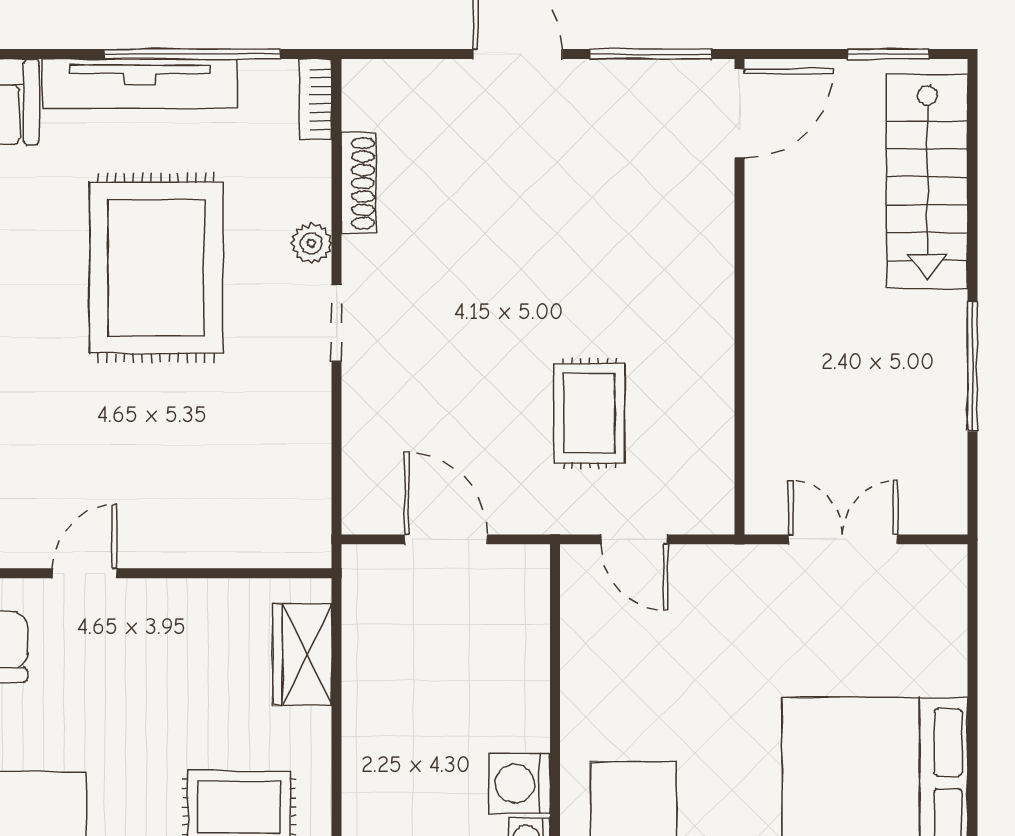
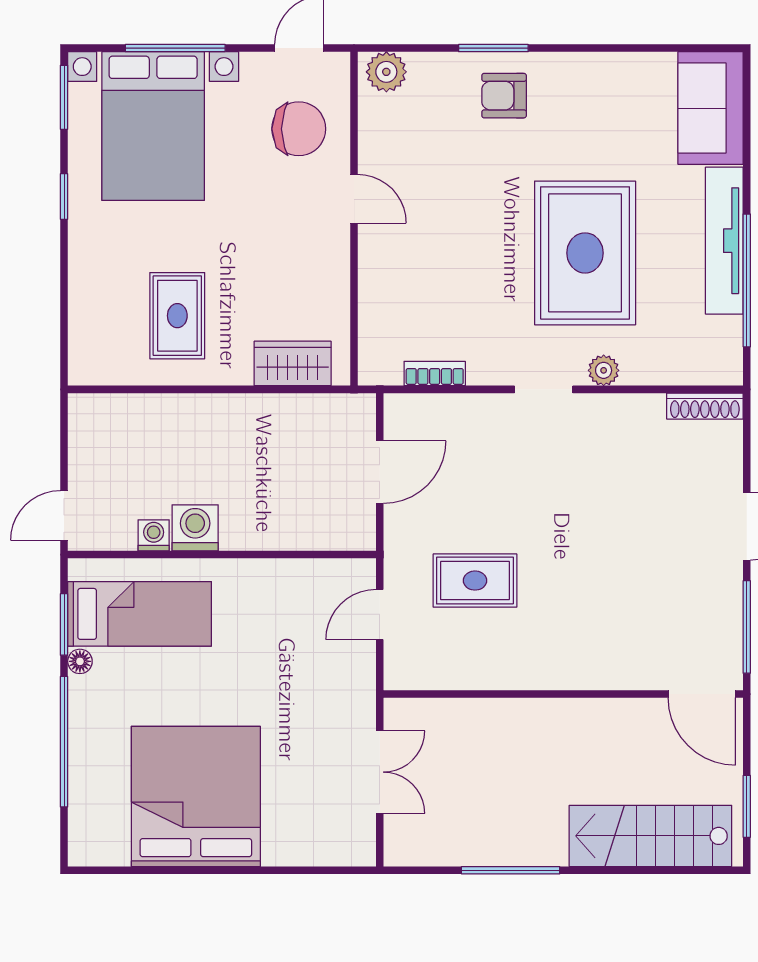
bookcase: (316, 99) -> (435, 373), moved
shoe rack: (359, 183) -> (705, 406), moved
rug: (156, 268) -> (585, 253), turned 90

